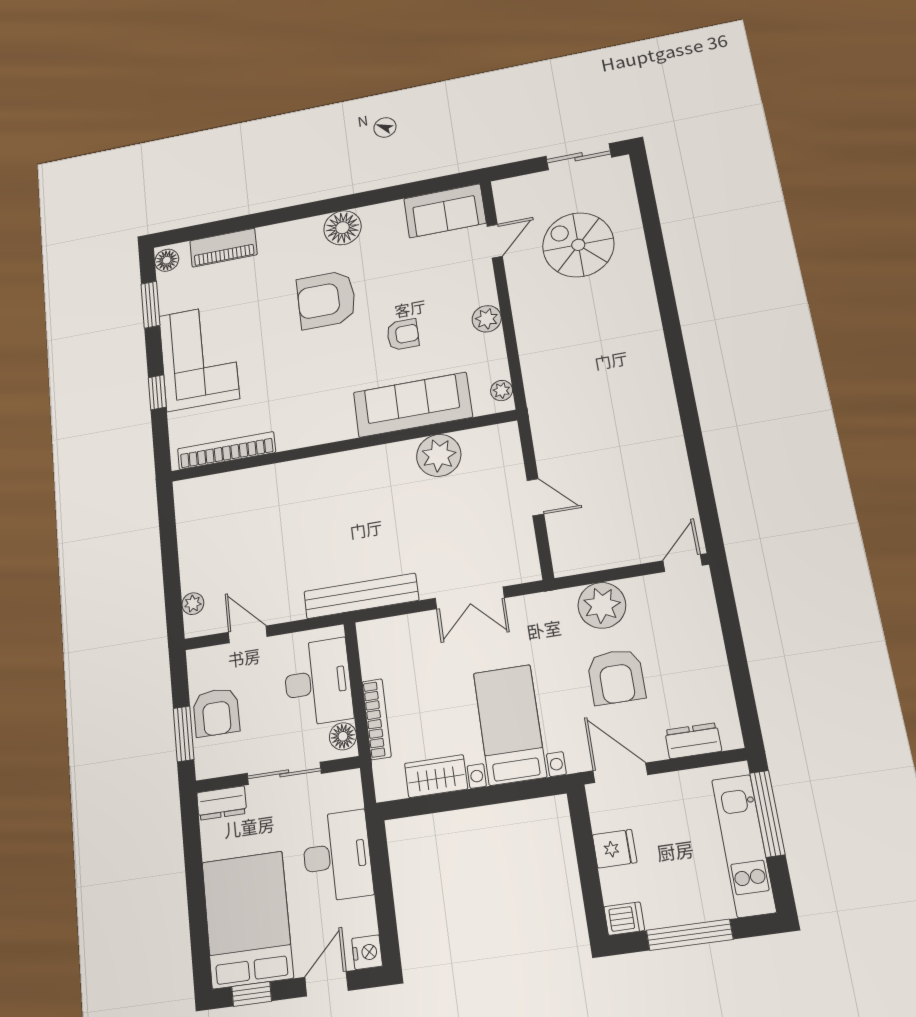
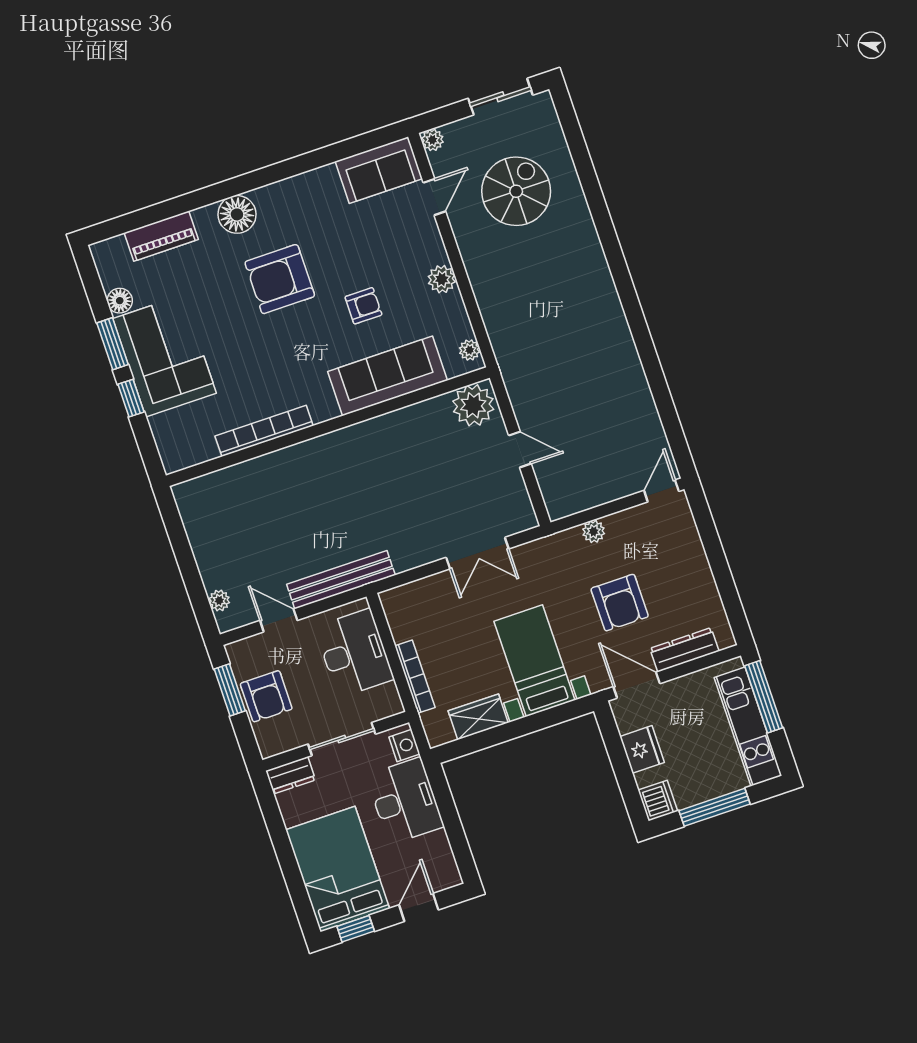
plant: (503, 189) -> (432, 140), added
floor lamp: (342, 228) -> (237, 214), moved
spiral stairs: (578, 245) -> (516, 191), turned 90
floor lamp: (167, 260) -> (120, 301), moved
window: (150, 305) -> (113, 344), moved
bookcase: (226, 451) -> (264, 431), moved
plant: (439, 455) -> (473, 405), moved
bench: (361, 596) -> (341, 580), moved
plant: (602, 605) -> (594, 531), width x0.53, depth x0.53
window: (184, 734) -> (230, 690), moved
floor lamp: (343, 736) -> (388, 697), removed
dresser: (693, 741) -> (684, 650), width x1.44
fridge: (615, 849) -> (642, 749), width x1.38
dishwasher: (624, 919) -> (658, 801), width x1.38
nightstand: (367, 952) -> (404, 746), moved

